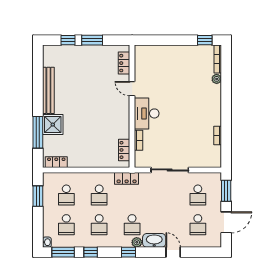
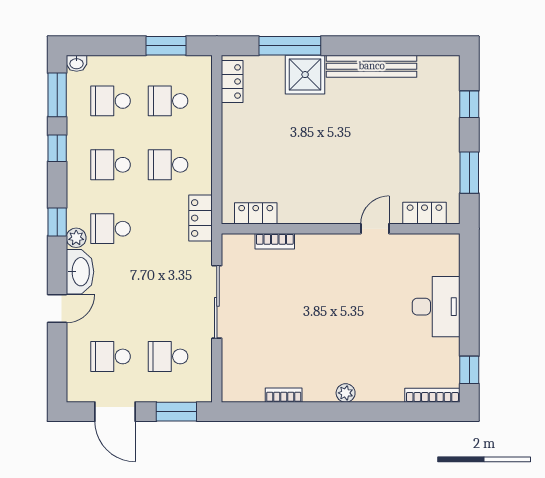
window: (92, 40) -> (469, 173), moved
plant: (217, 79) -> (346, 393), moved
desk: (147, 113) -> (436, 307), moved, turned 90

